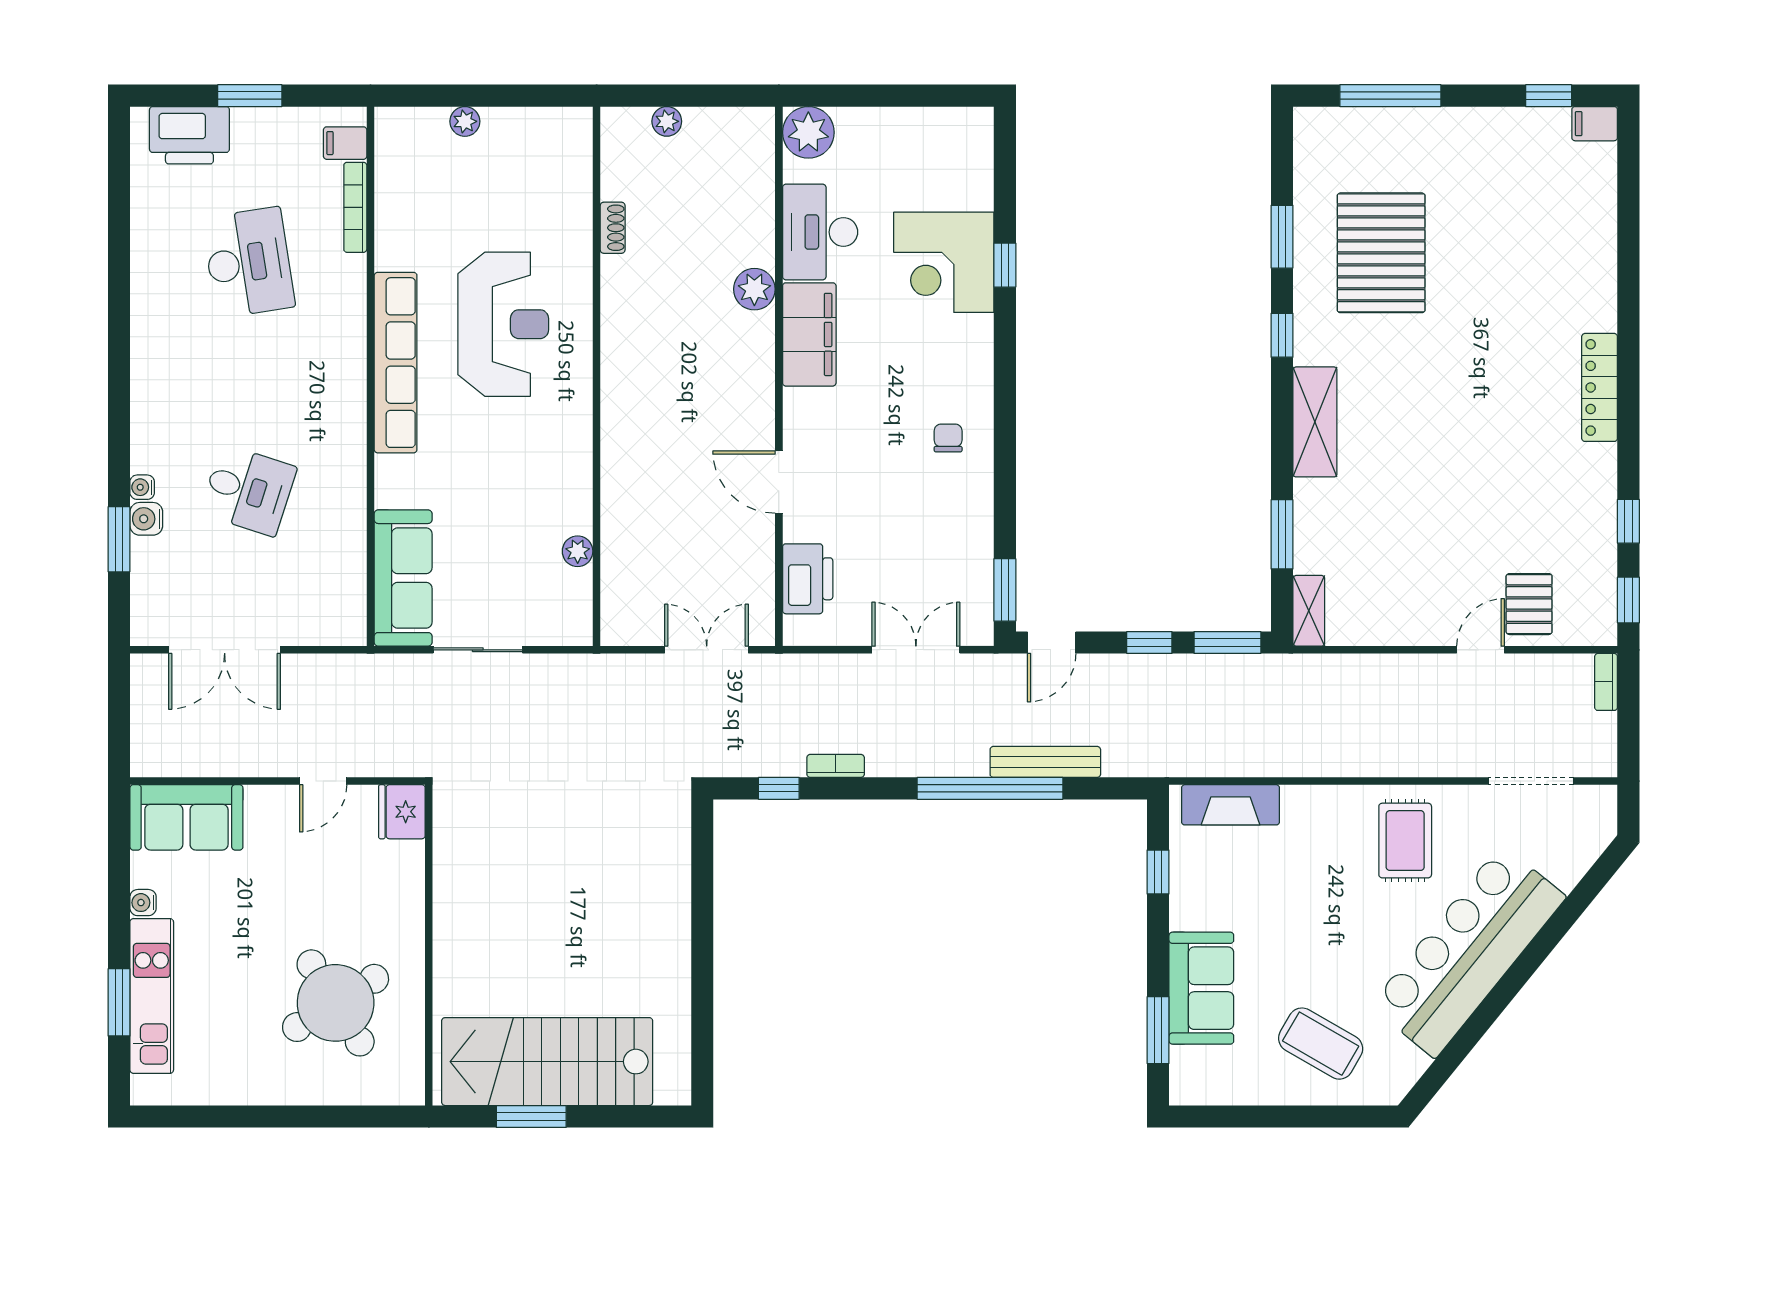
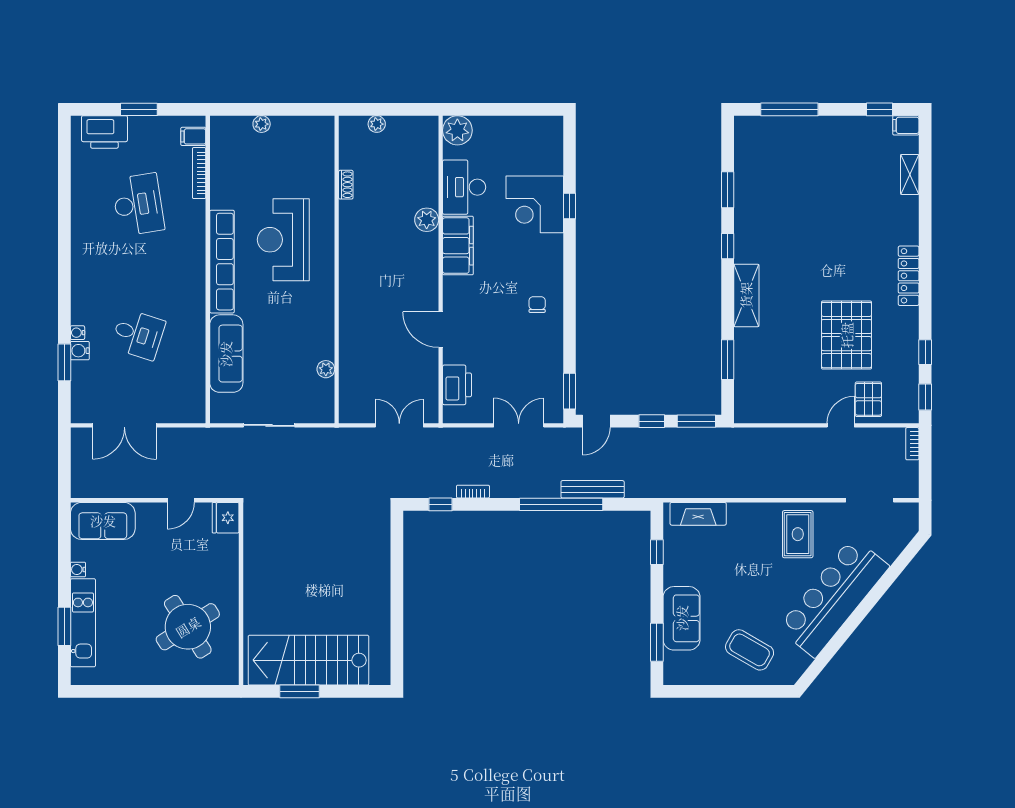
pallet: (1381, 253) -> (847, 335), moved
reception desk: (503, 324) -> (283, 240), turned 180
sofa: (403, 578) -> (226, 354), moved
shelving: (1309, 611) -> (910, 174), moved

